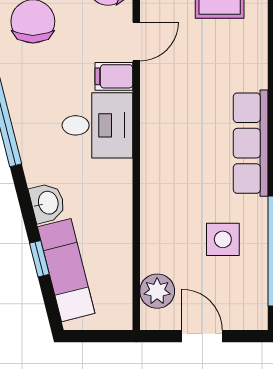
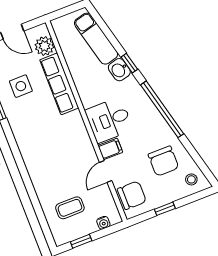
row of seats: (251, 143) -> (59, 84), moved, turned 180
window: (39, 259) -> (129, 63), moved

